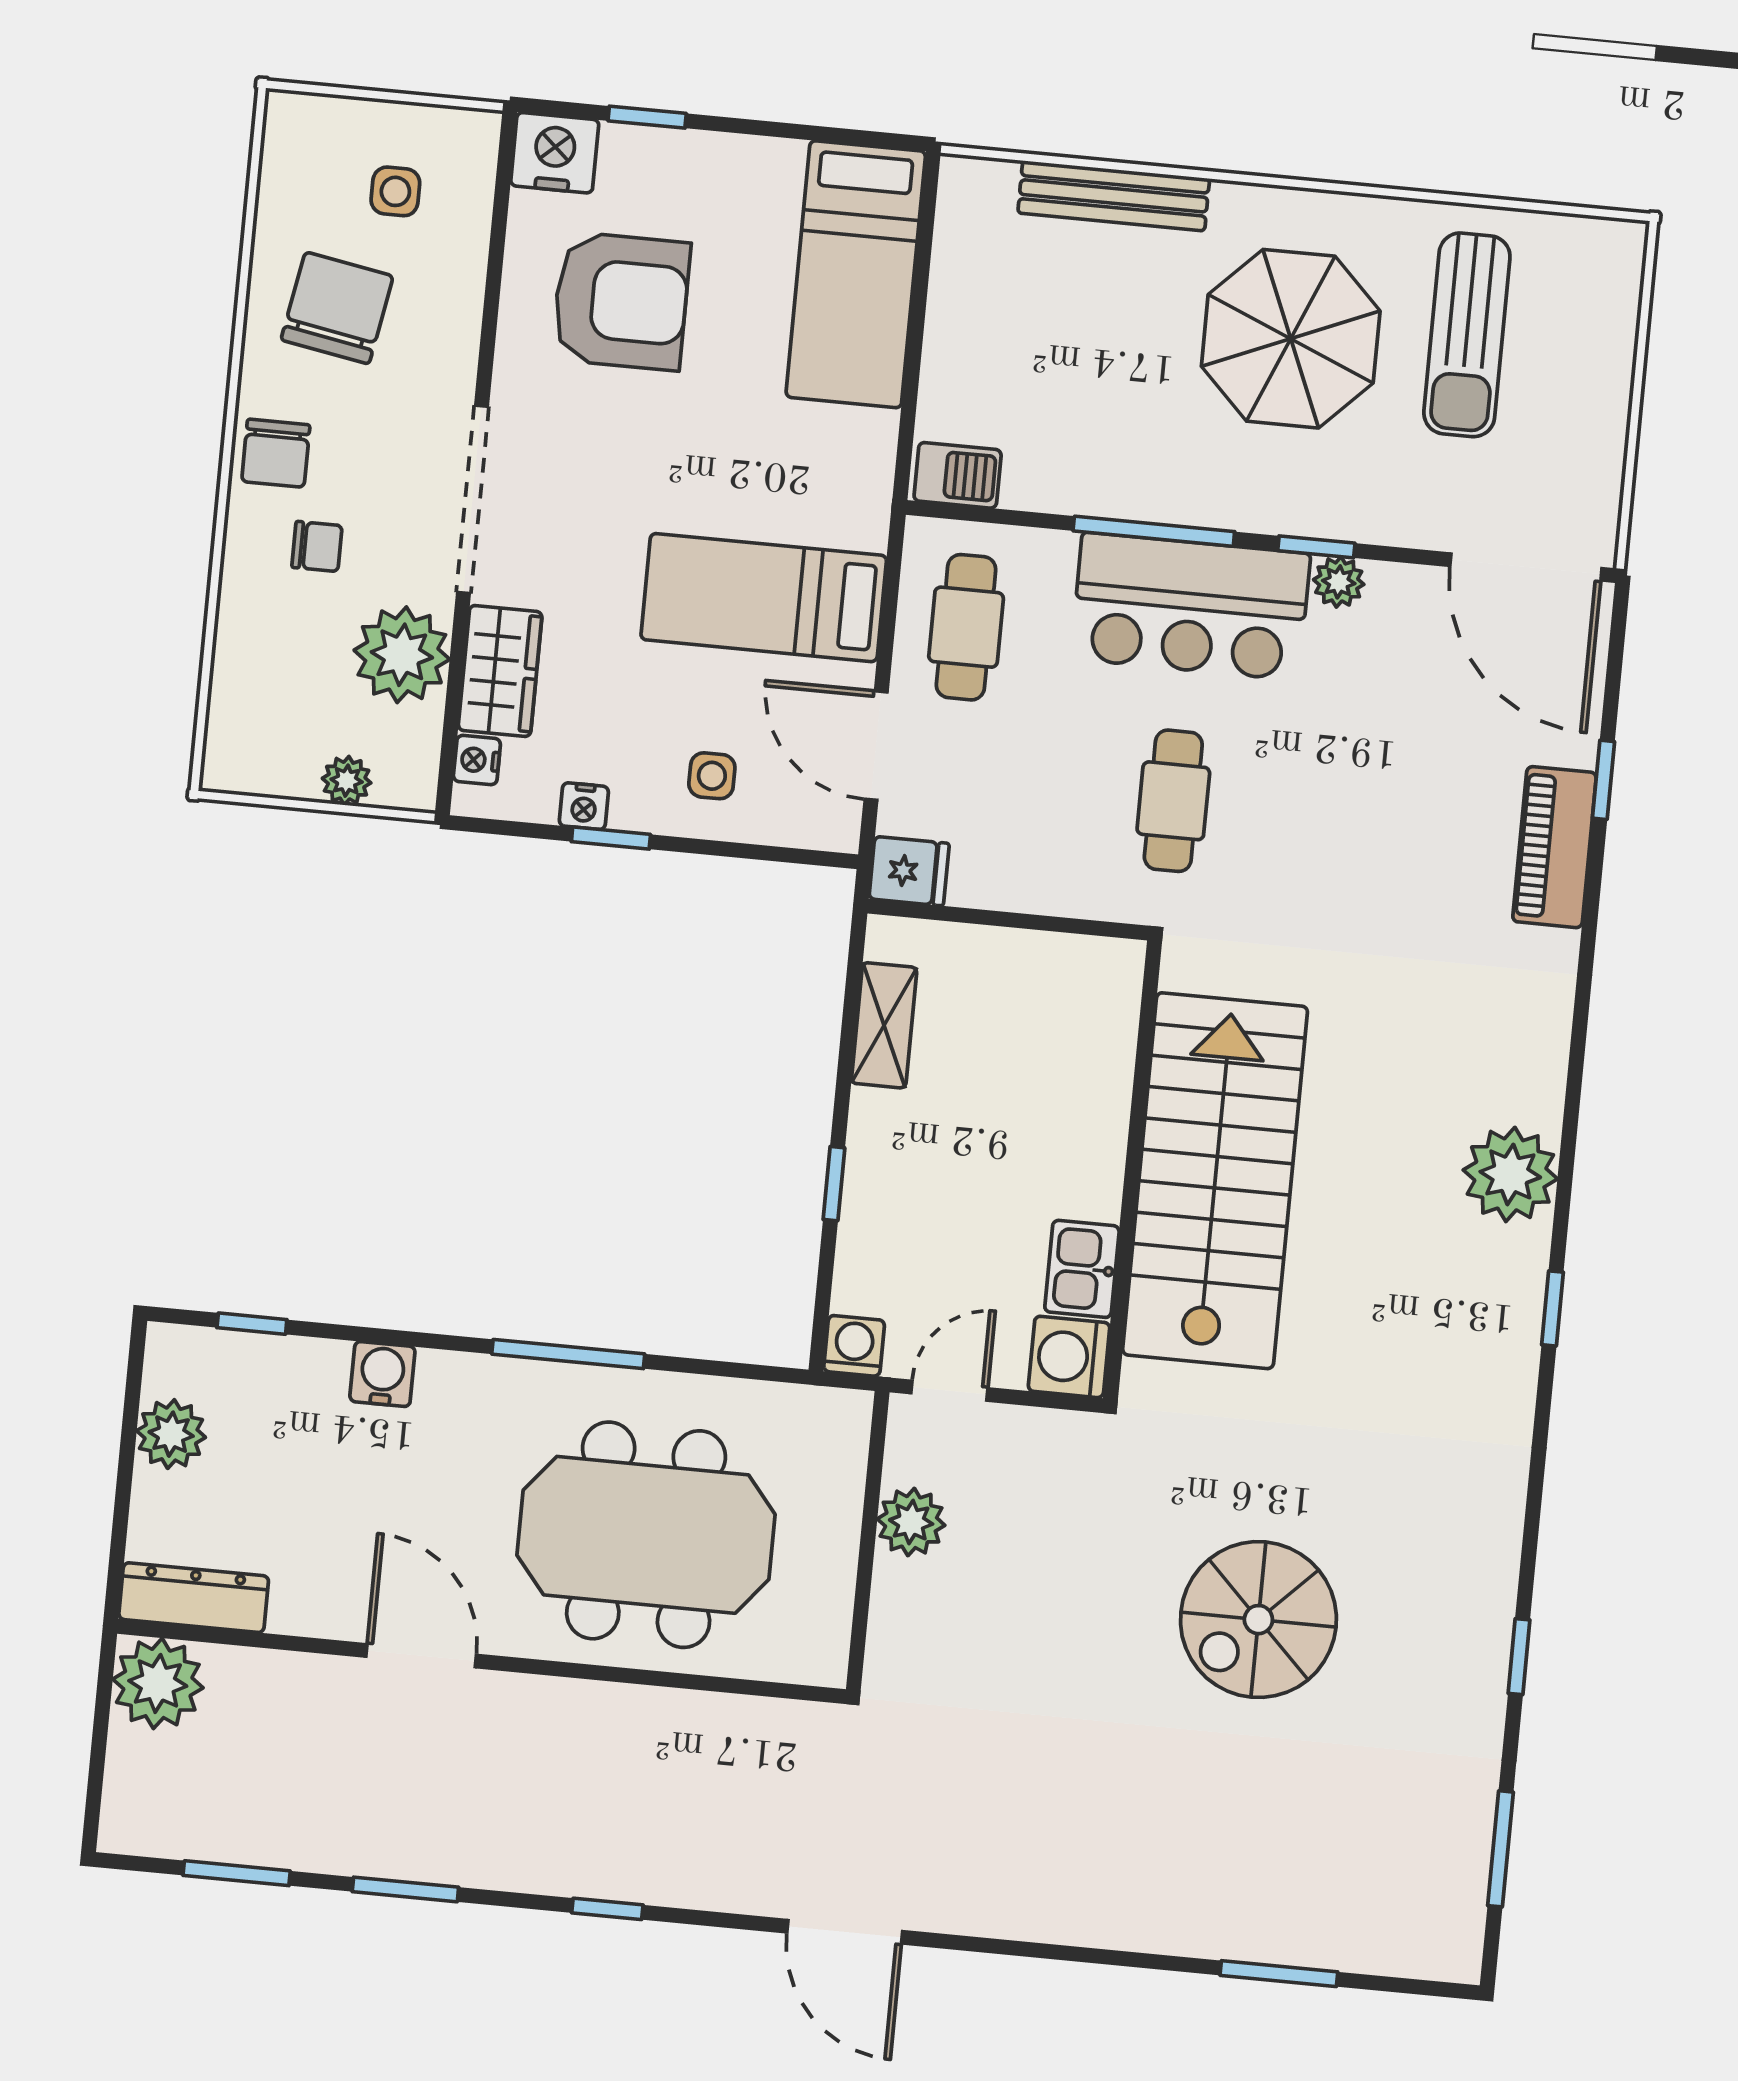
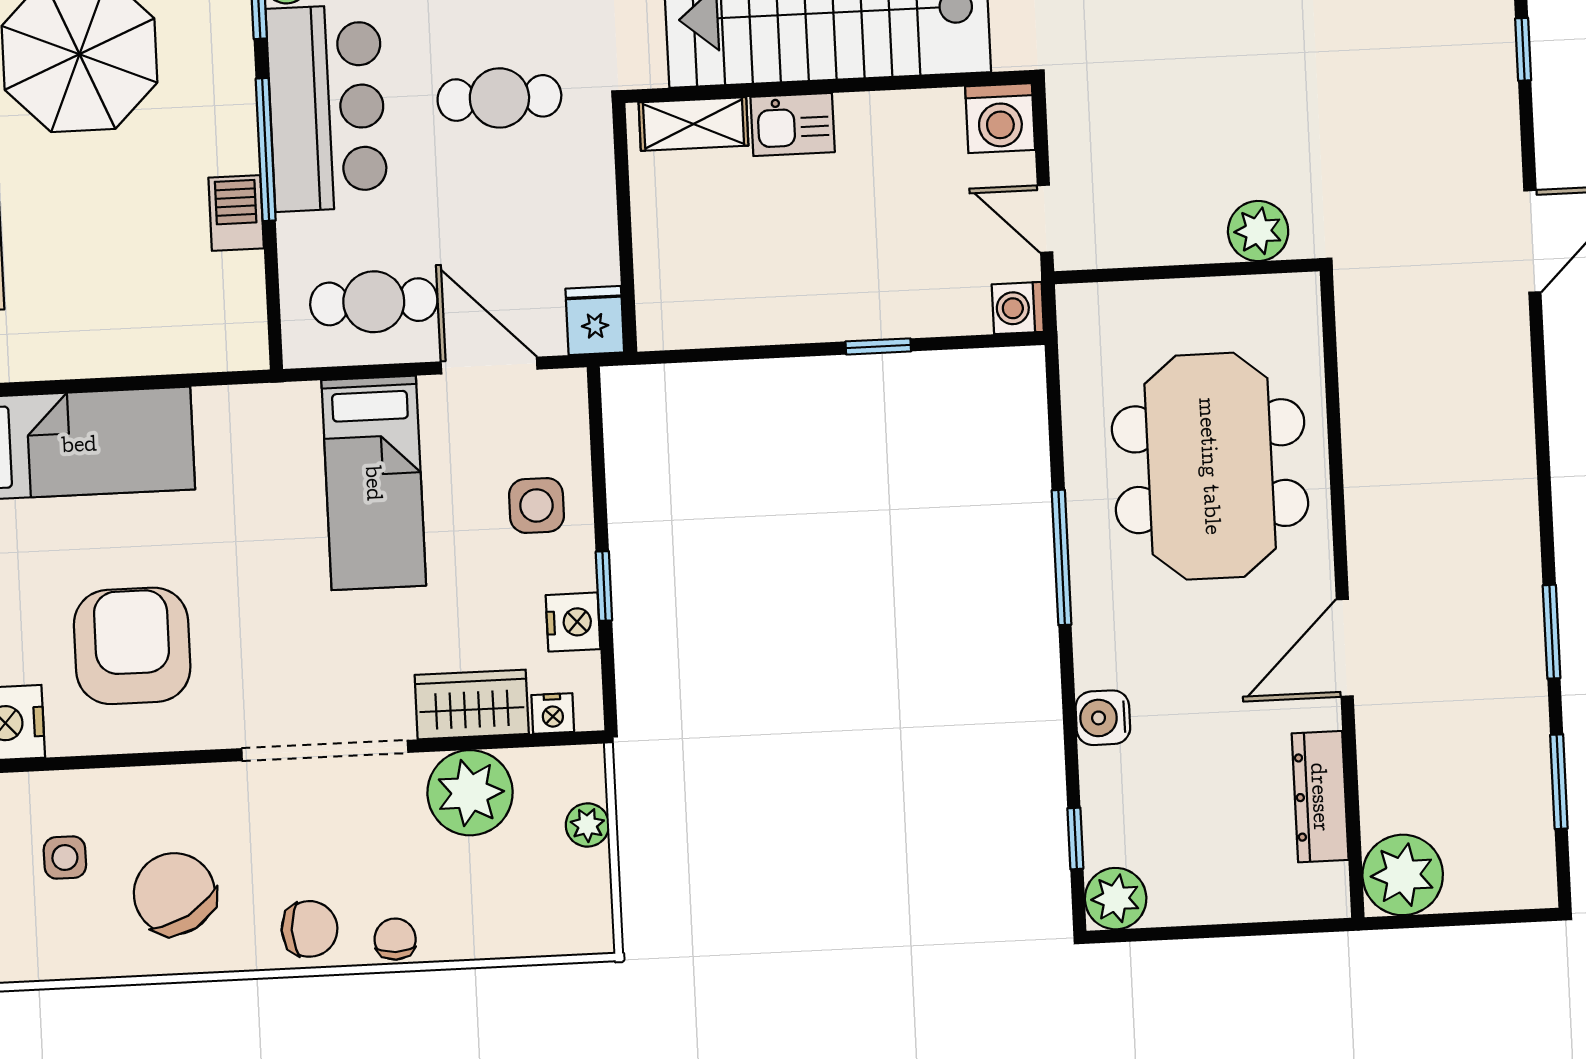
chair: (337, 308) -> (174, 894), turned 50
barbecue: (958, 475) -> (236, 213), moved
chair: (317, 546) -> (395, 939), moved
door: (876, 746) -> (489, 365), swing flipped
side table: (712, 776) -> (536, 505), width x1.37, depth x1.37
nightstand: (584, 806) -> (573, 622), width x1.39, depth x1.35
shelving: (884, 1025) -> (694, 124), moved
kitchen sink: (1082, 1269) -> (793, 124), moved
plant: (171, 1434) -> (1116, 899), moved
plant: (911, 1522) -> (1258, 231), moved
dresser: (194, 1598) -> (1320, 797), moved
window: (607, 1909) -> (1523, 49), moved

